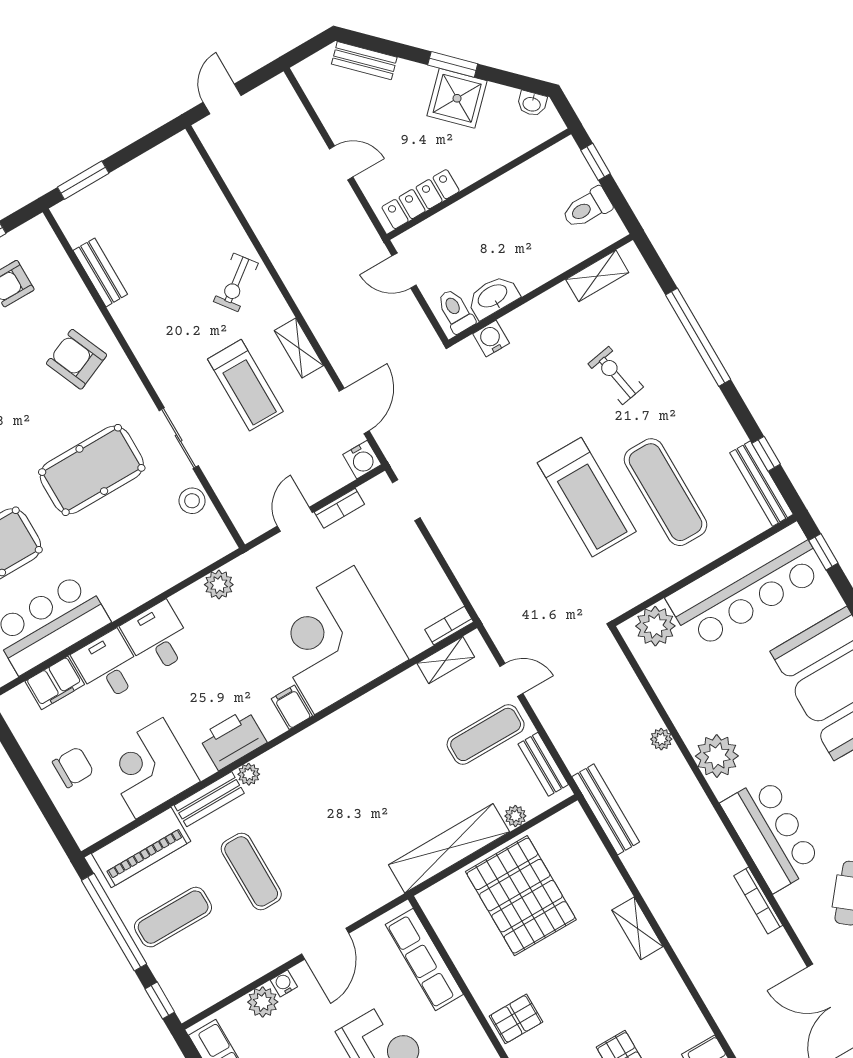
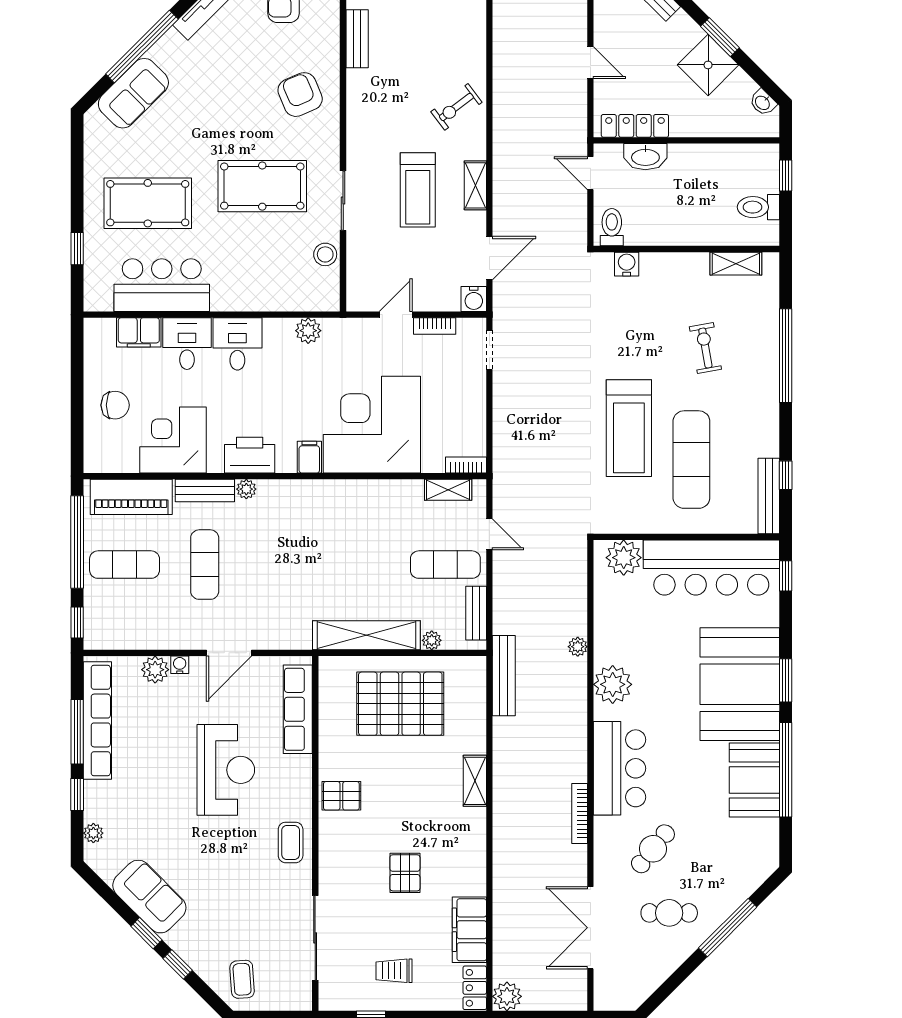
washbasin: (493, 297) -> (645, 157), moved, turned 180
pallet: (521, 896) -> (400, 704), turned 90

